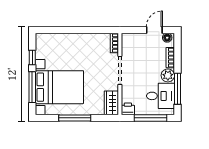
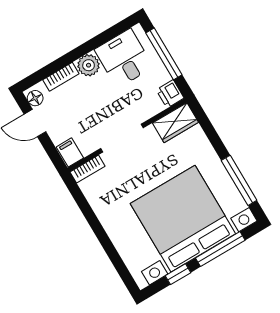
filing cabinet: (128, 39) -> (70, 152), added
bed with nightstands: (59, 87) -> (183, 219), width x1.36
window: (178, 89) -> (99, 40), removed
window: (75, 118) -> (239, 180), moved

